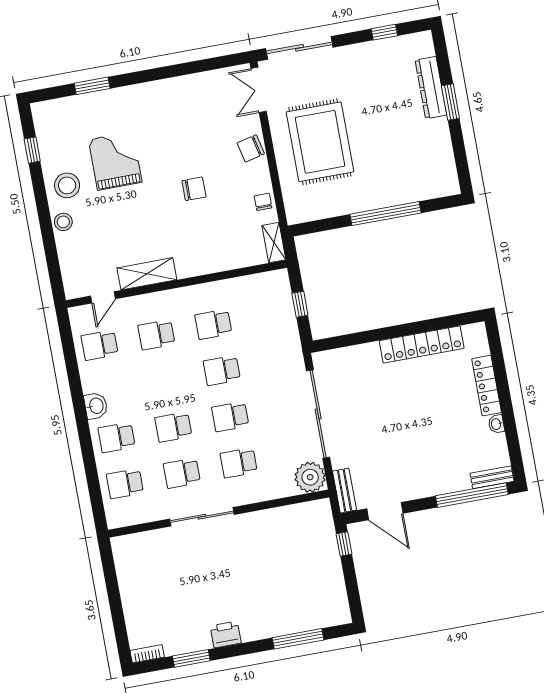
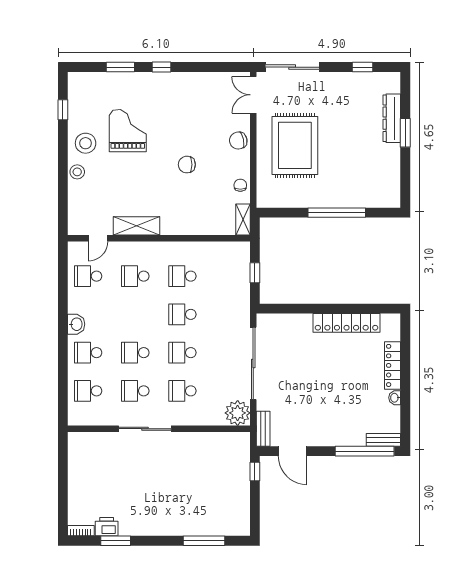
window: (142, 77) -> (161, 67), added
chair: (194, 189) -> (187, 165), turned 180
printer: (226, 634) -> (107, 527), moved

